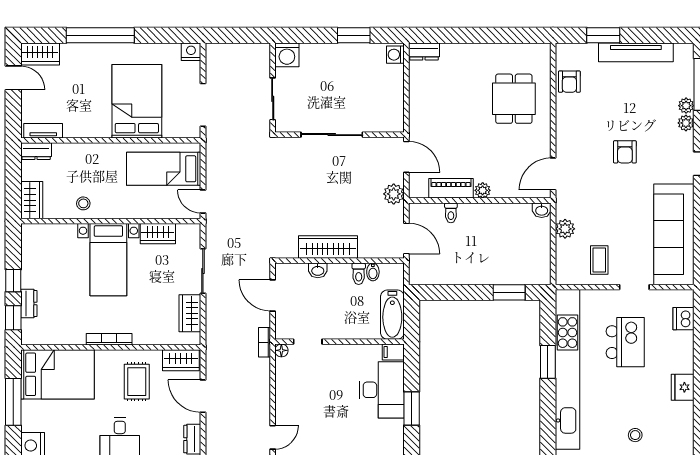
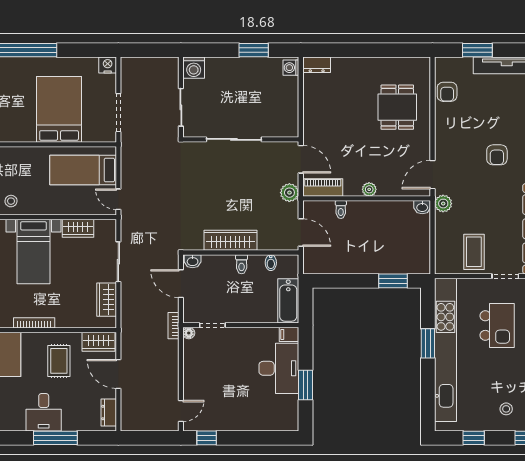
piano: (451, 188) -> (323, 188), moved
plant: (565, 229) -> (443, 204), moved
coffee table: (599, 260) -> (474, 252), width x1.36, depth x1.30
washbasin: (318, 270) -> (193, 261), moved
toilet: (359, 274) -> (242, 264), moved

